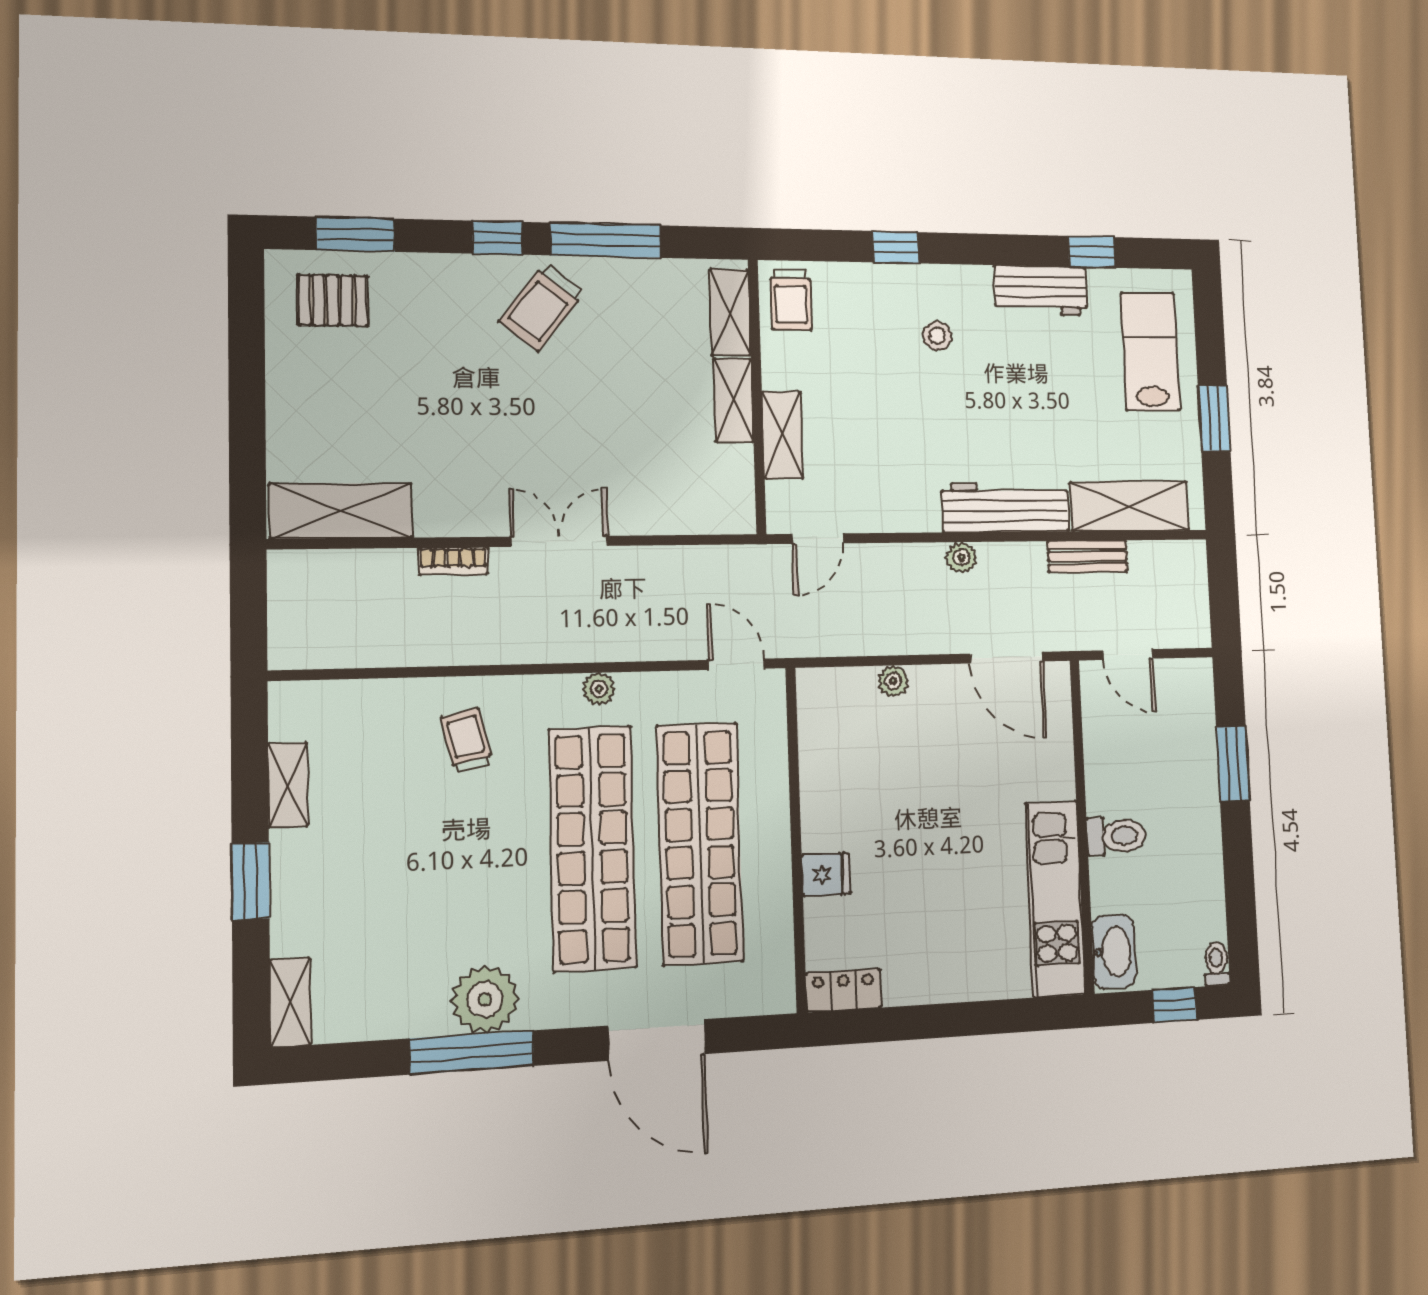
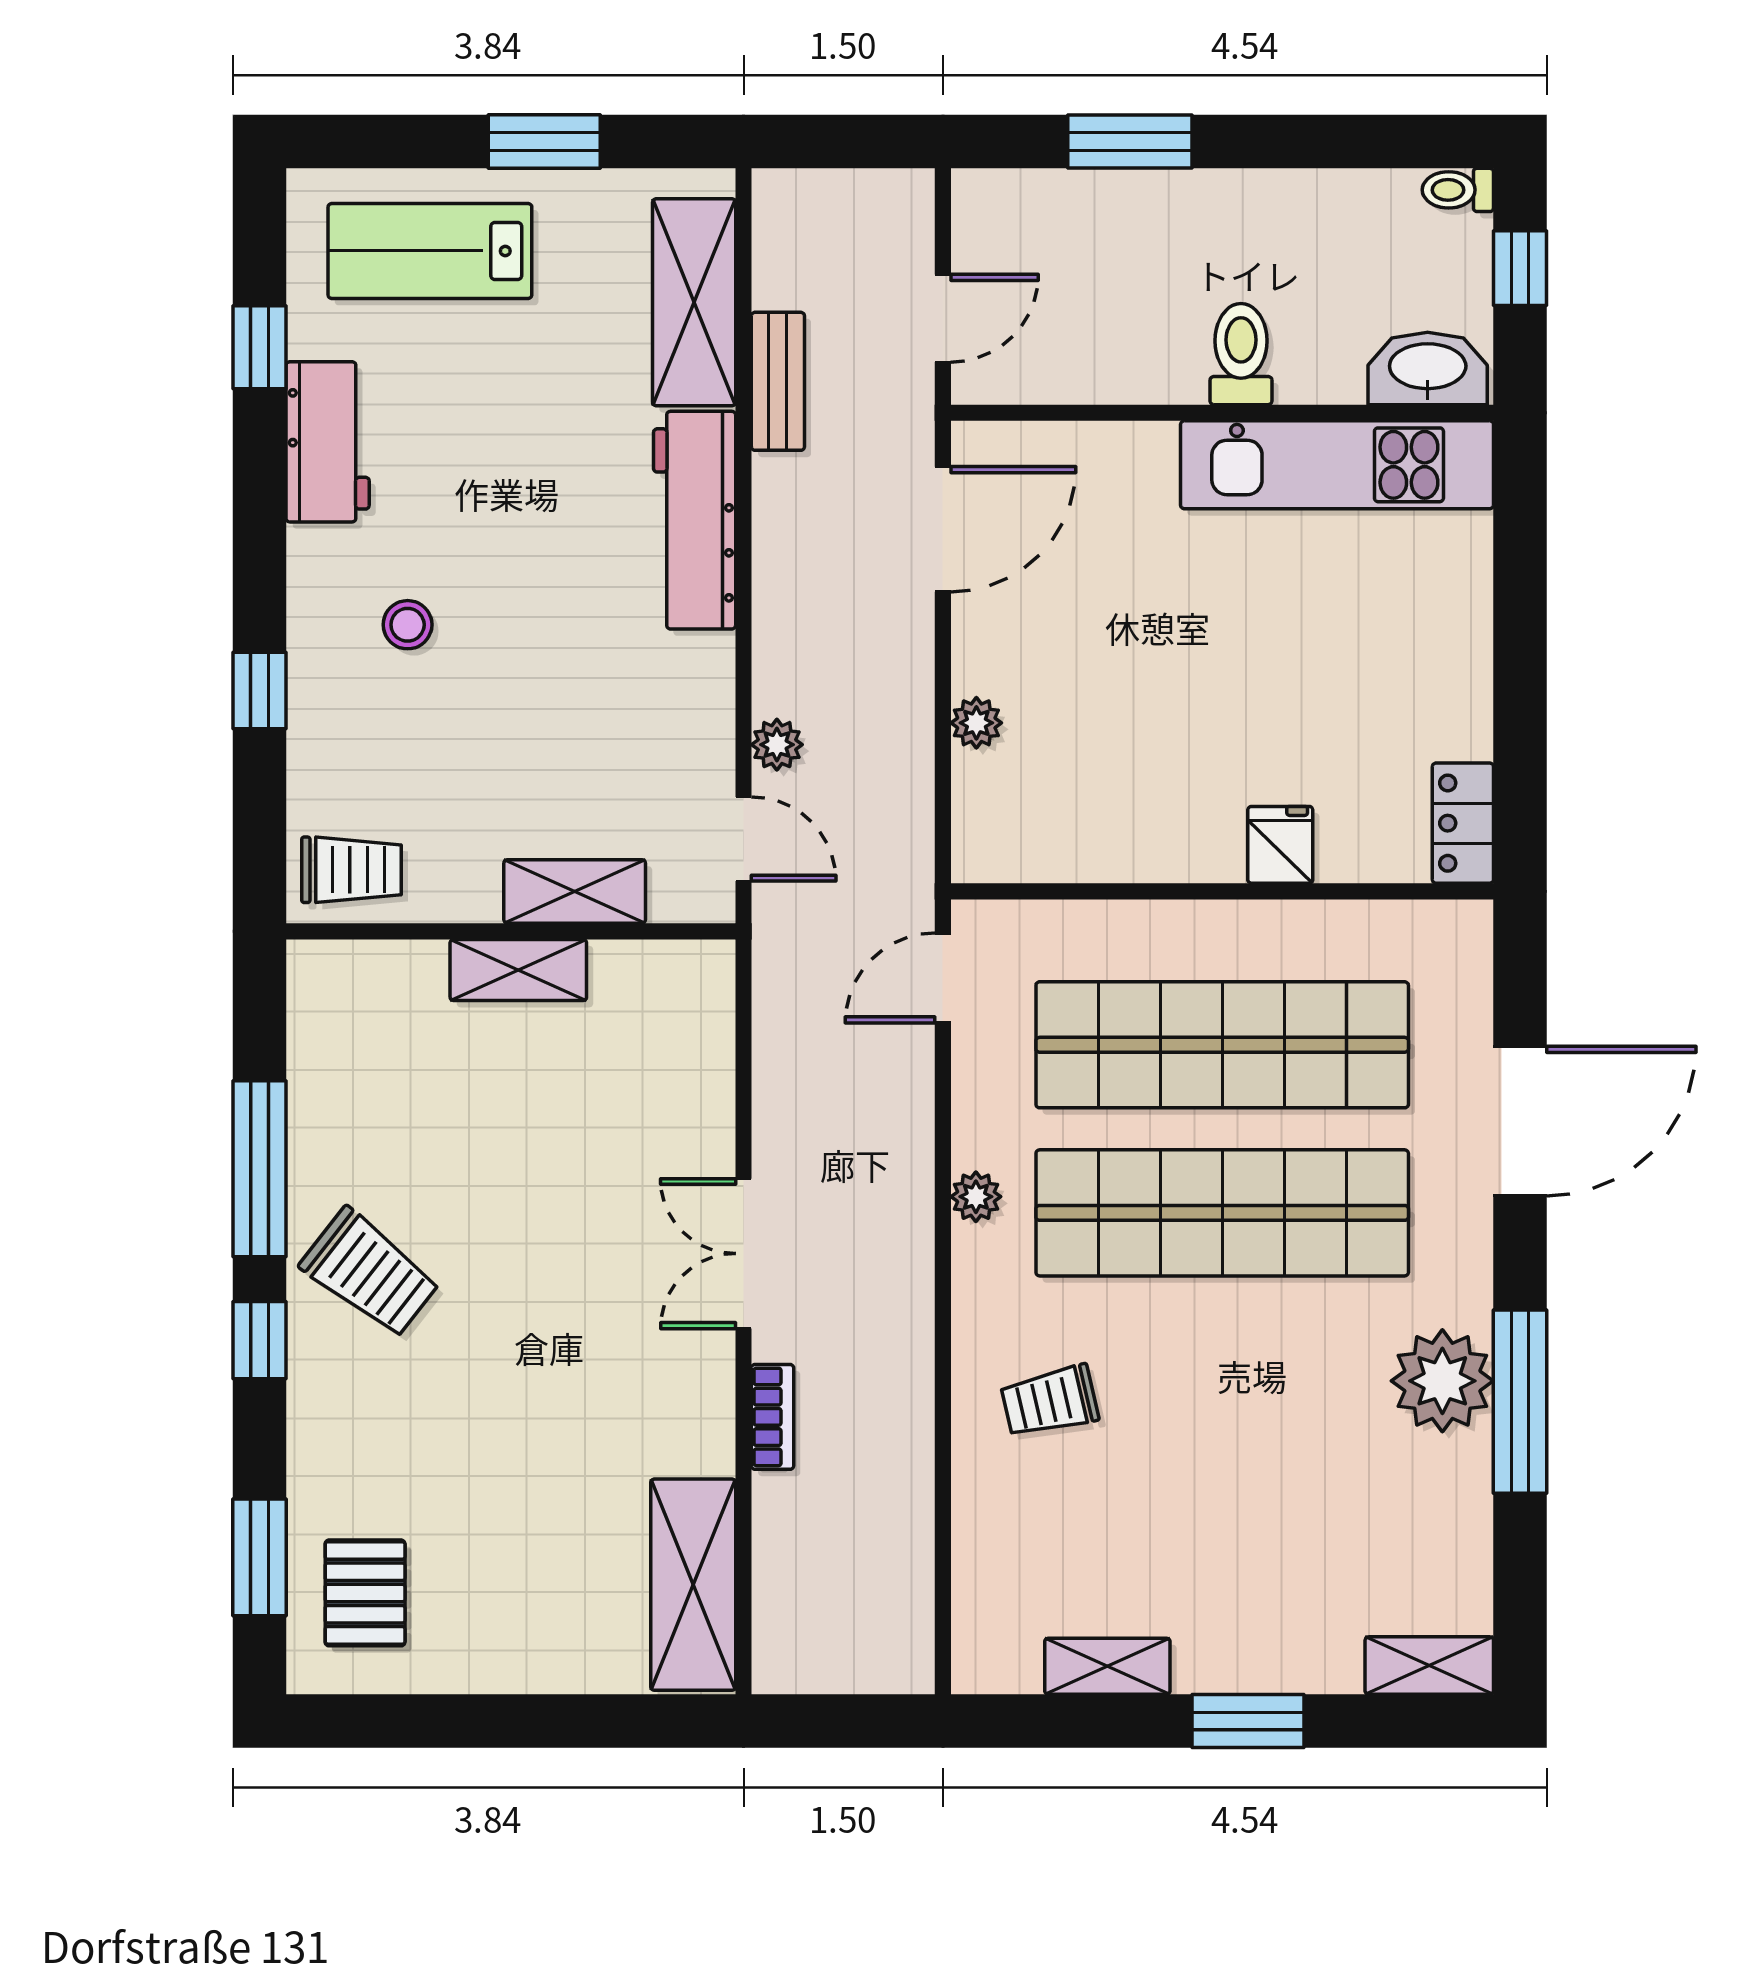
shelving: (730, 312) -> (374, 971), removed
plant: (961, 557) -> (777, 745), moved

